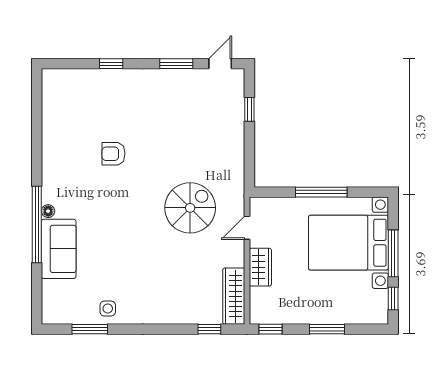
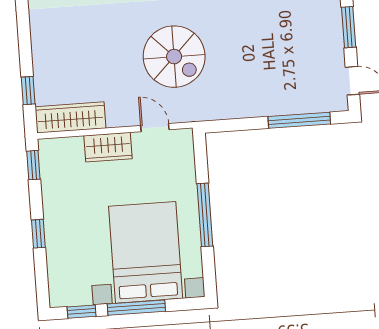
window: (249, 109) -> (299, 120), width x2.17
window: (327, 329) -> (38, 234), width x0.67

